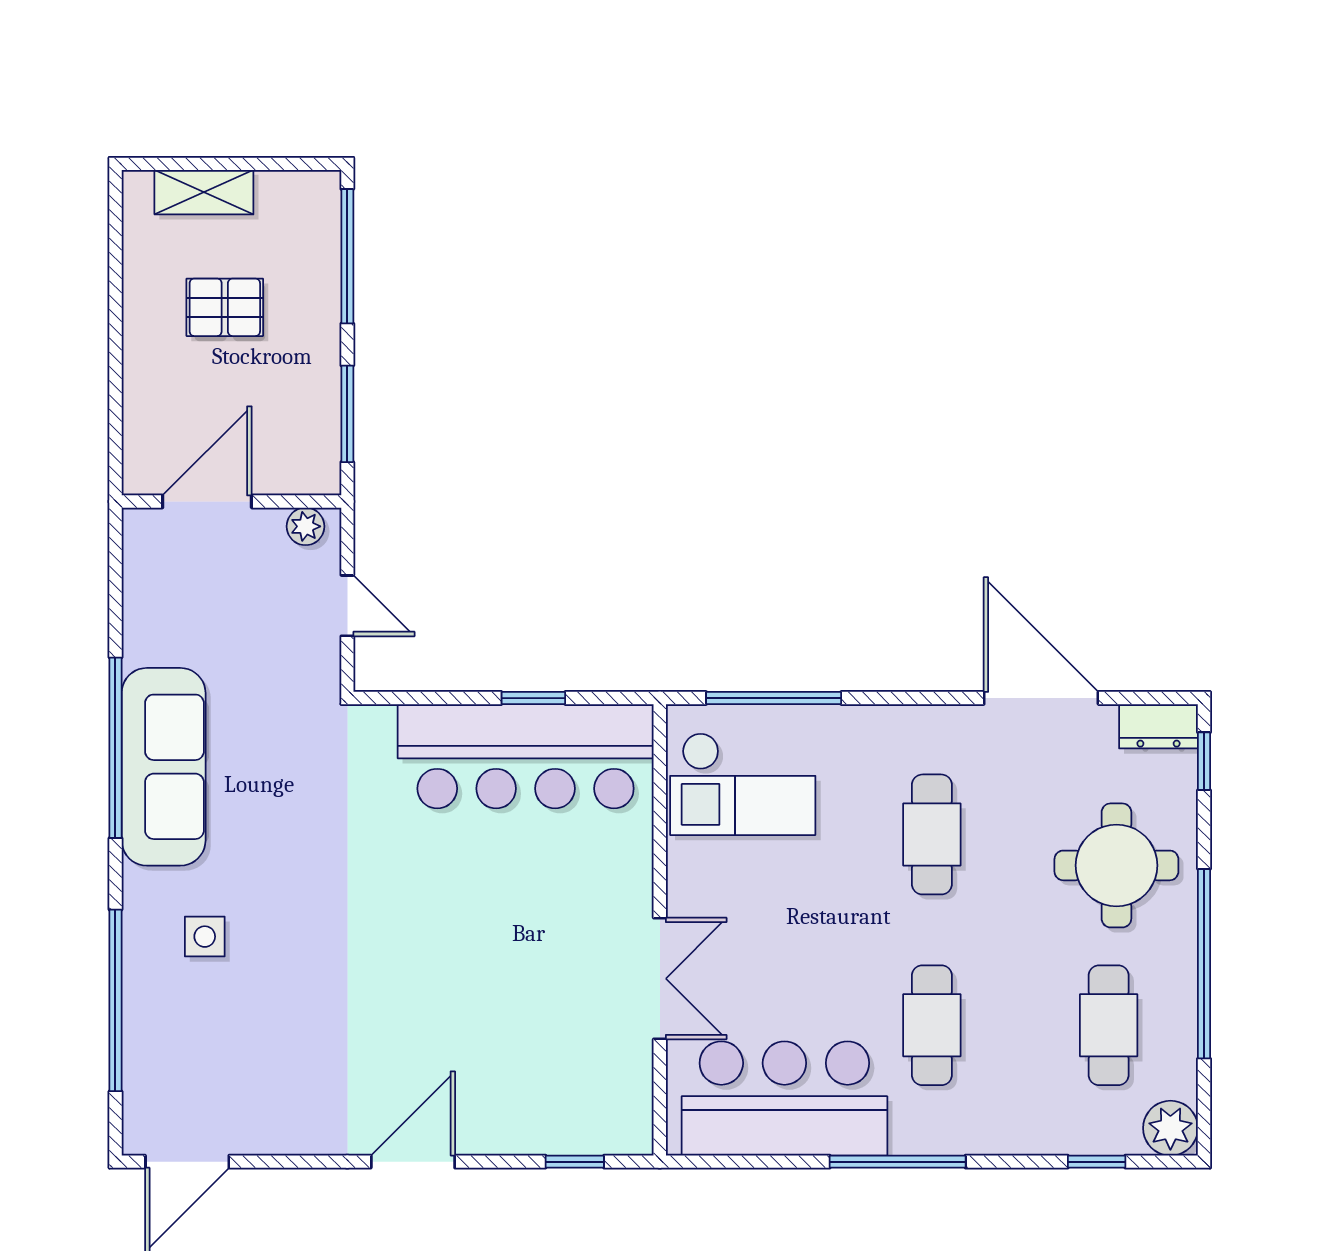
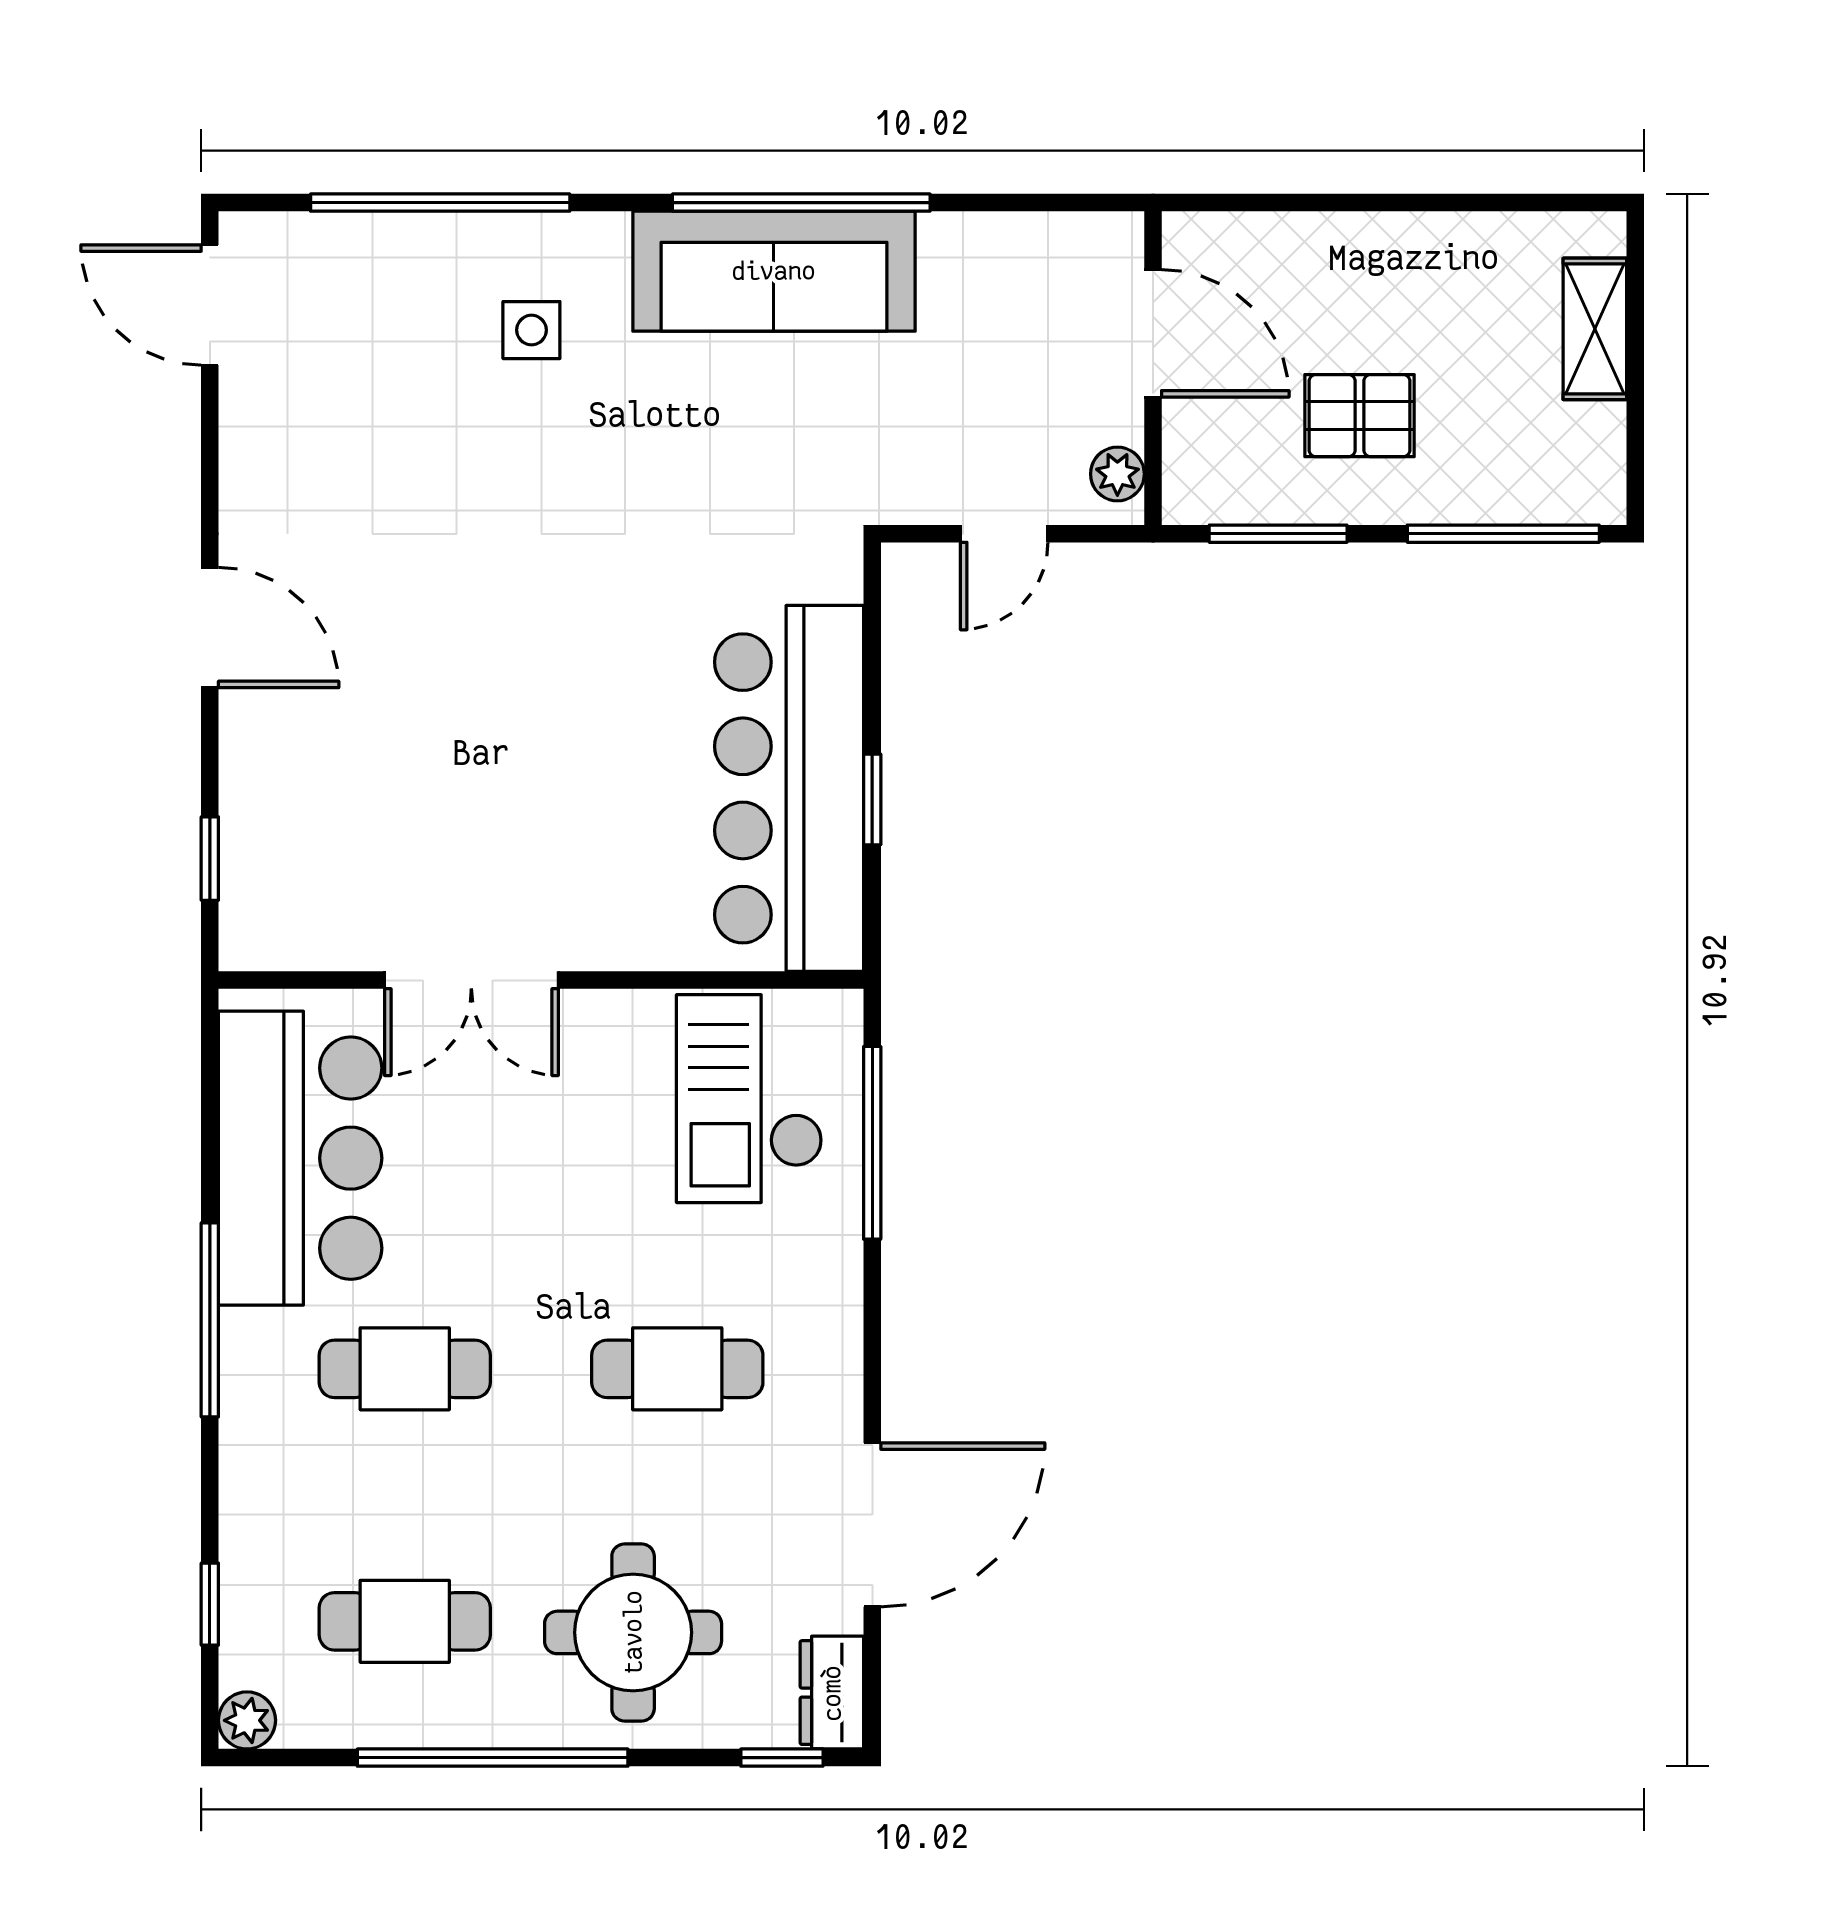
pallet: (225, 307) -> (1360, 416), moved, turned 90
plant: (1170, 1128) -> (247, 1720), width x0.73, depth x0.73

